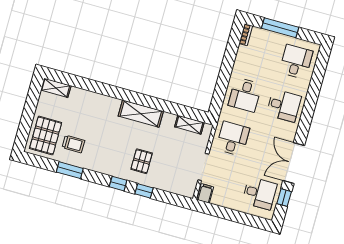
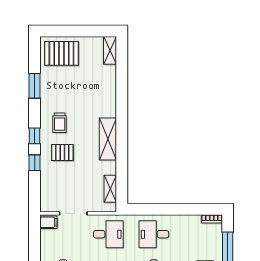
trolley: (73, 144) -> (60, 123), moved

